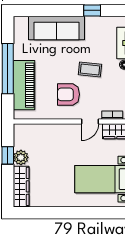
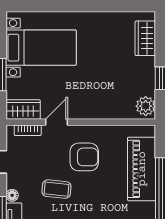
plant: (21, 157) -> (146, 106), moved
wardrobe: (21, 186) -> (145, 38), width x0.67

